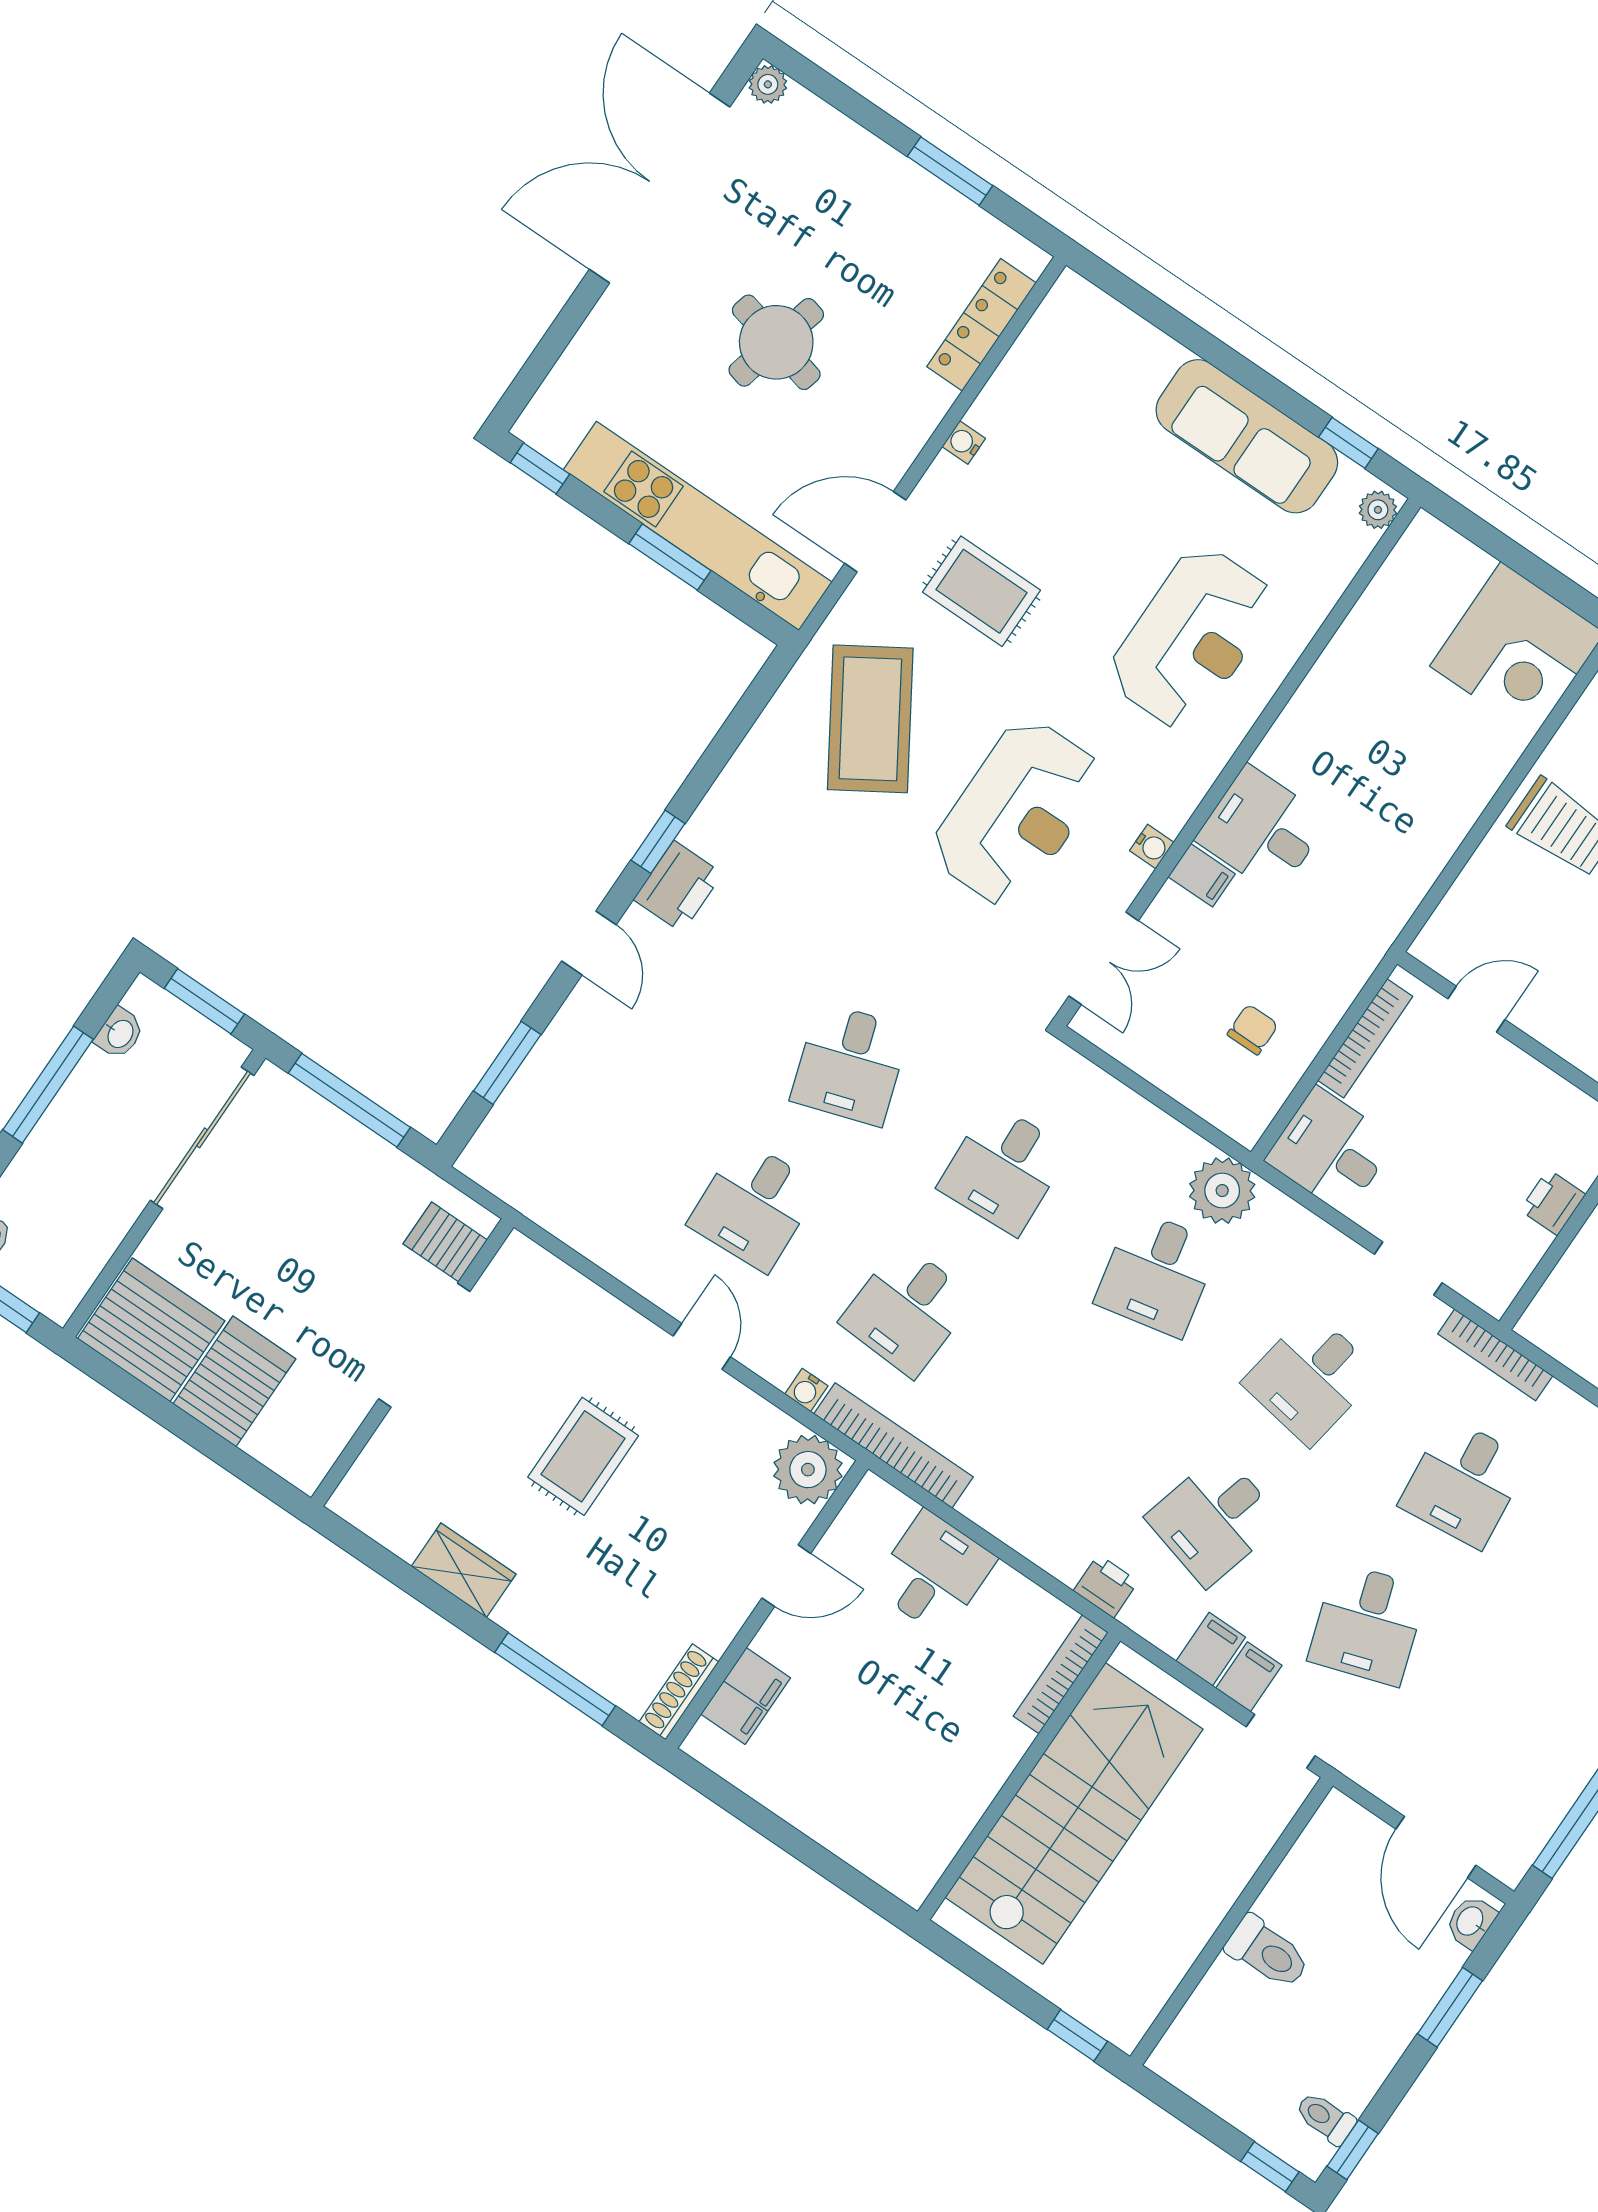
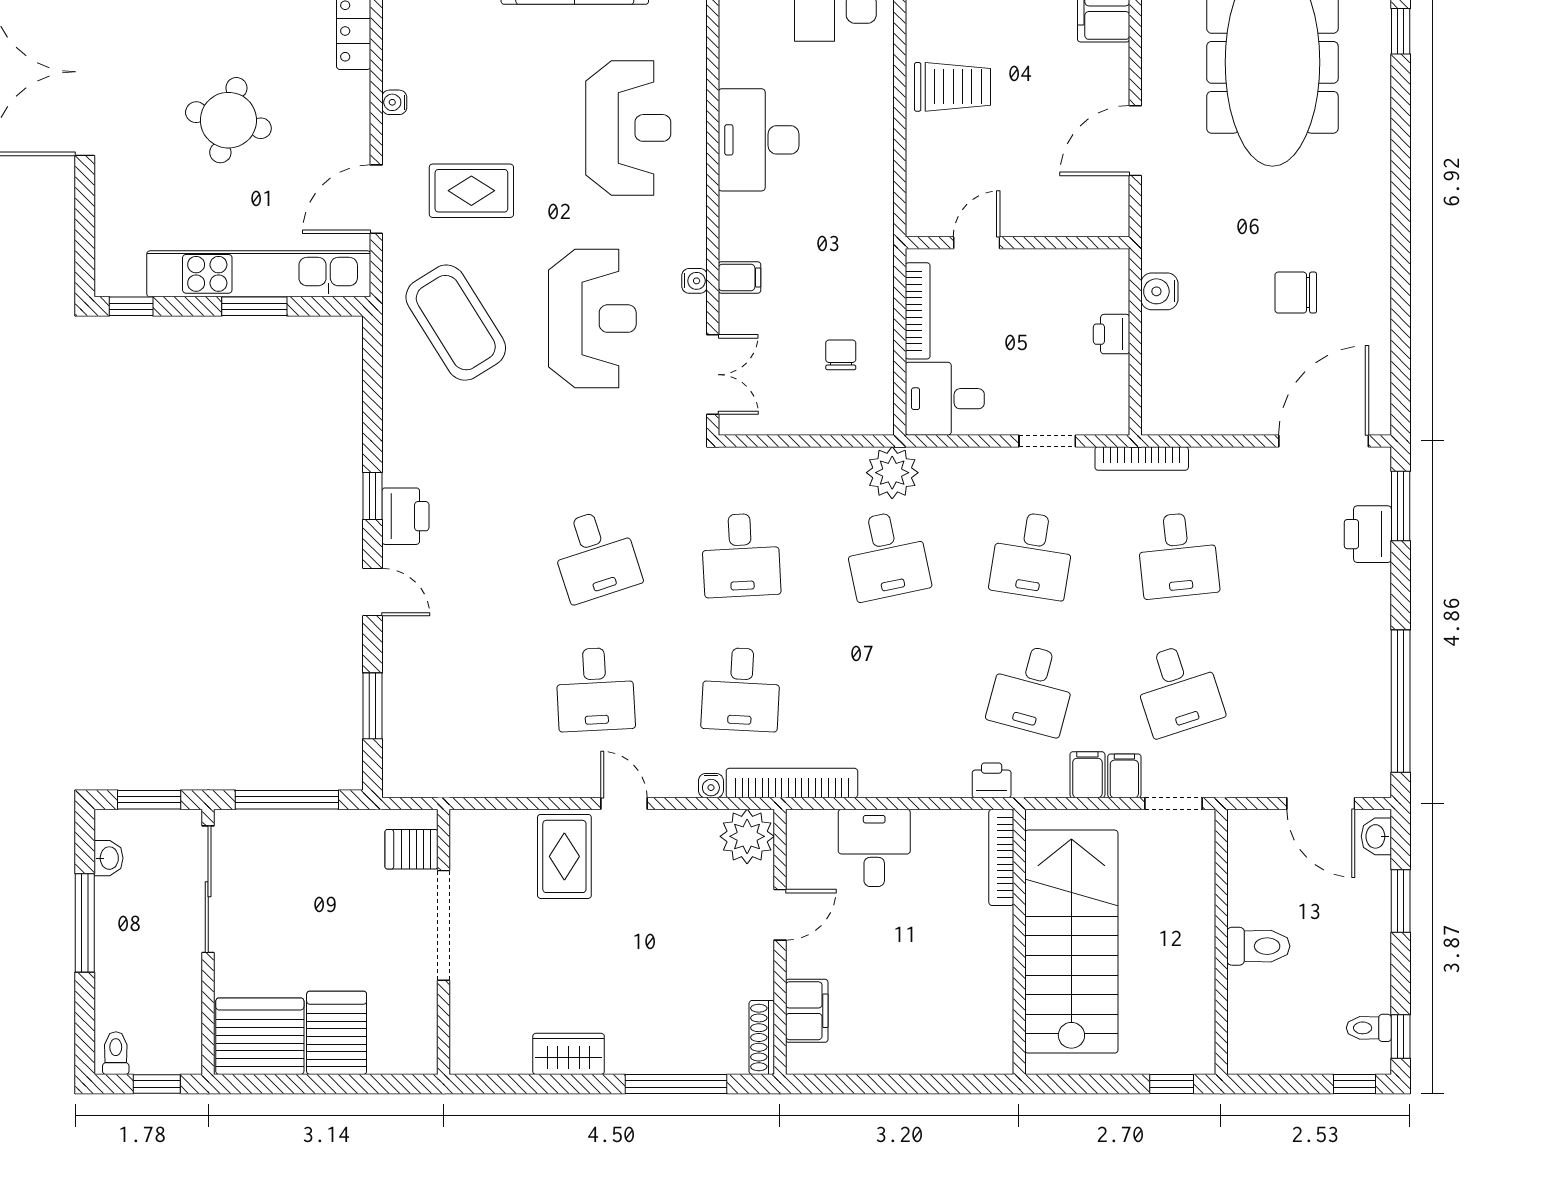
desk: (1262, 830) -> (759, 140), moved, width x1.37
rug: (583, 1456) -> (564, 856), moved

